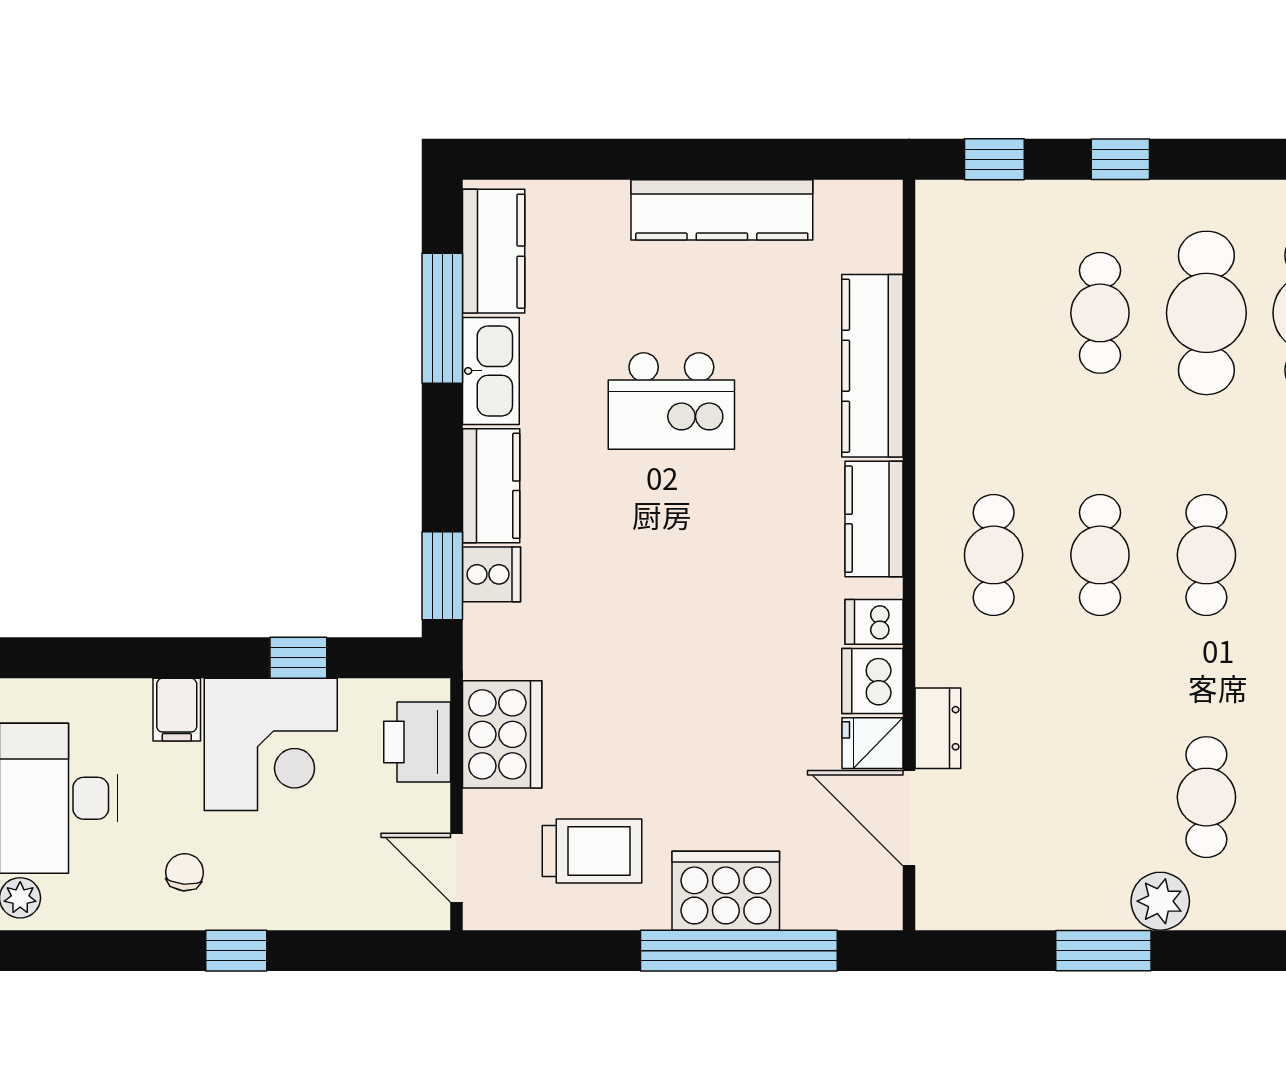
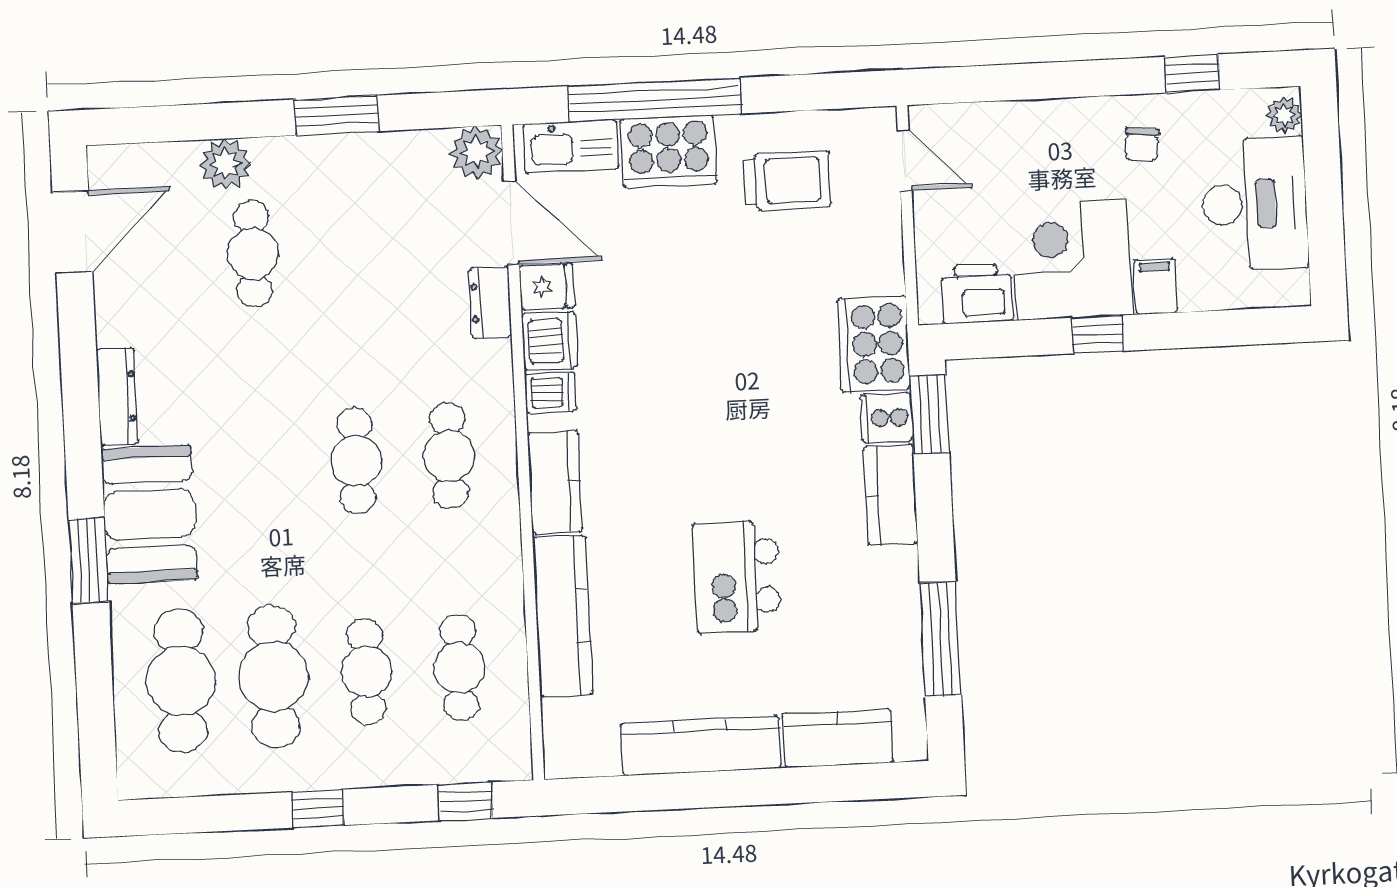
window: (1120, 159) -> (318, 809), moved
kitchen counter: (494, 251) -> (838, 738), moved, turned 90
kitchen sink: (491, 371) -> (571, 146), moved, turned -90
kitchen island: (671, 401) -> (737, 577), turned -90
cafe table: (1206, 555) -> (459, 667), moved
window: (298, 658) -> (1098, 334), moved
cooker: (502, 734) -> (874, 344), moved
printer: (417, 742) -> (977, 293), moved, turned -90
trolley: (592, 851) -> (787, 180), turned 180
plant: (945, 900) -> (477, 152), added
plant: (1160, 901) -> (225, 164), moved
window: (236, 951) -> (1192, 73), moved

